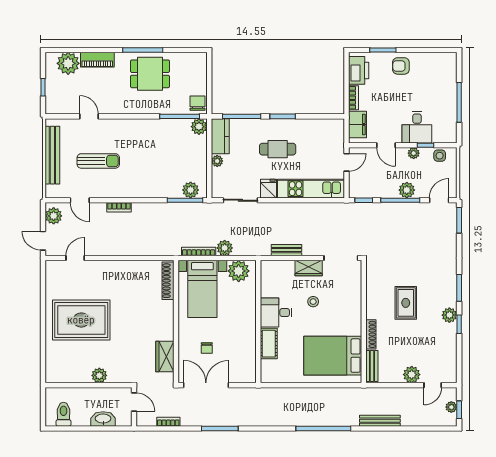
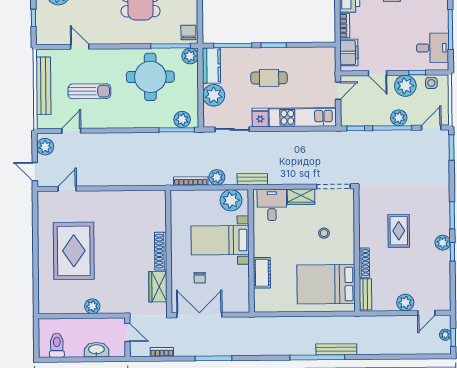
desk: (417, 127) -> (433, 48), moved, turned -90
round table: (159, 147) -> (150, 77), added
plant: (414, 153) -> (405, 86), width x1.88, depth x1.88
plant: (217, 161) -> (214, 95), width x1.87, depth x1.87
door: (80, 200) -> (71, 131), swing flipped
bookcase: (119, 207) -> (111, 137), removed
bench: (286, 250) -> (252, 179), moved
shoe rack: (168, 281) -> (161, 251), moved
bed with nightstands: (202, 289) -> (220, 240), moved, turned 90
stool: (313, 302) -> (324, 233), moved
desk: (276, 312) -> (272, 205), moved, turned 90
rug: (81, 320) -> (74, 251), turned 90
bench: (380, 421) -> (336, 349), moved

